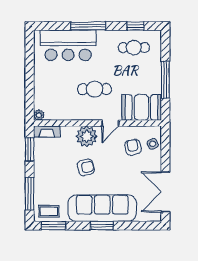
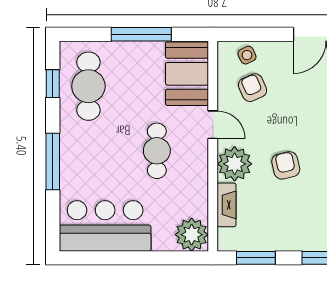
bar counter: (68, 45) -> (105, 226), moved, turned -90
cafe table: (134, 48) -> (88, 86), width x1.37, depth x1.35
plant: (39, 115) -> (192, 235), width x1.87, depth x1.87
fireplace: (47, 131) -> (227, 205), moved
armchair: (133, 147) -> (253, 88), turned 80

